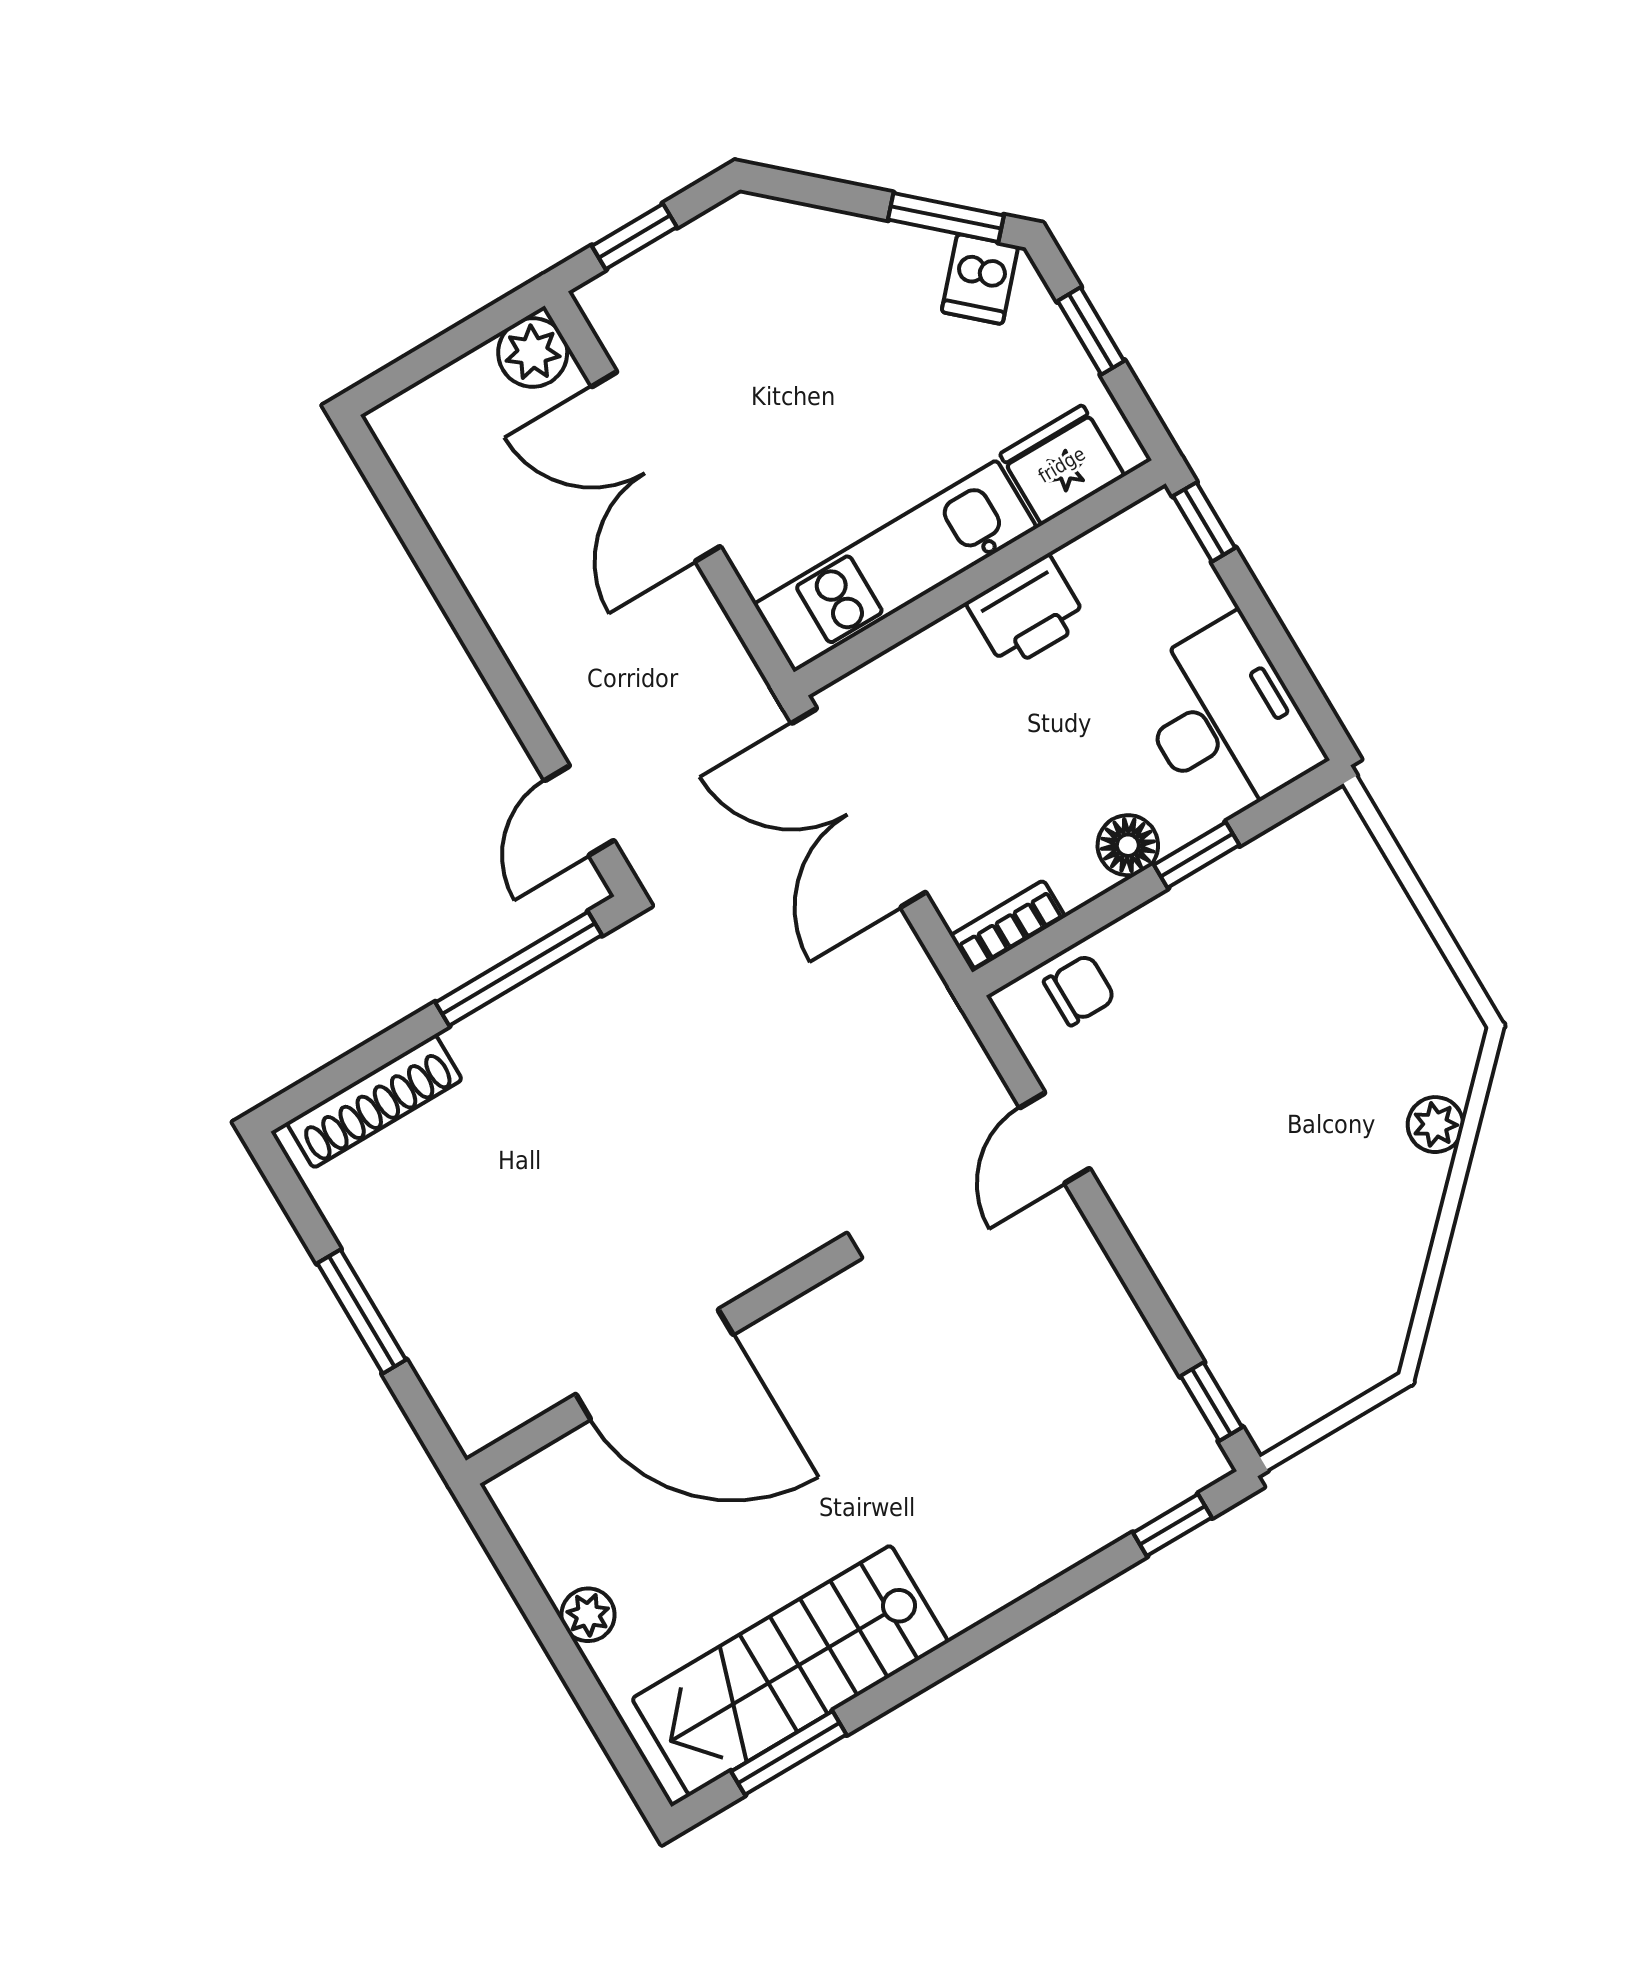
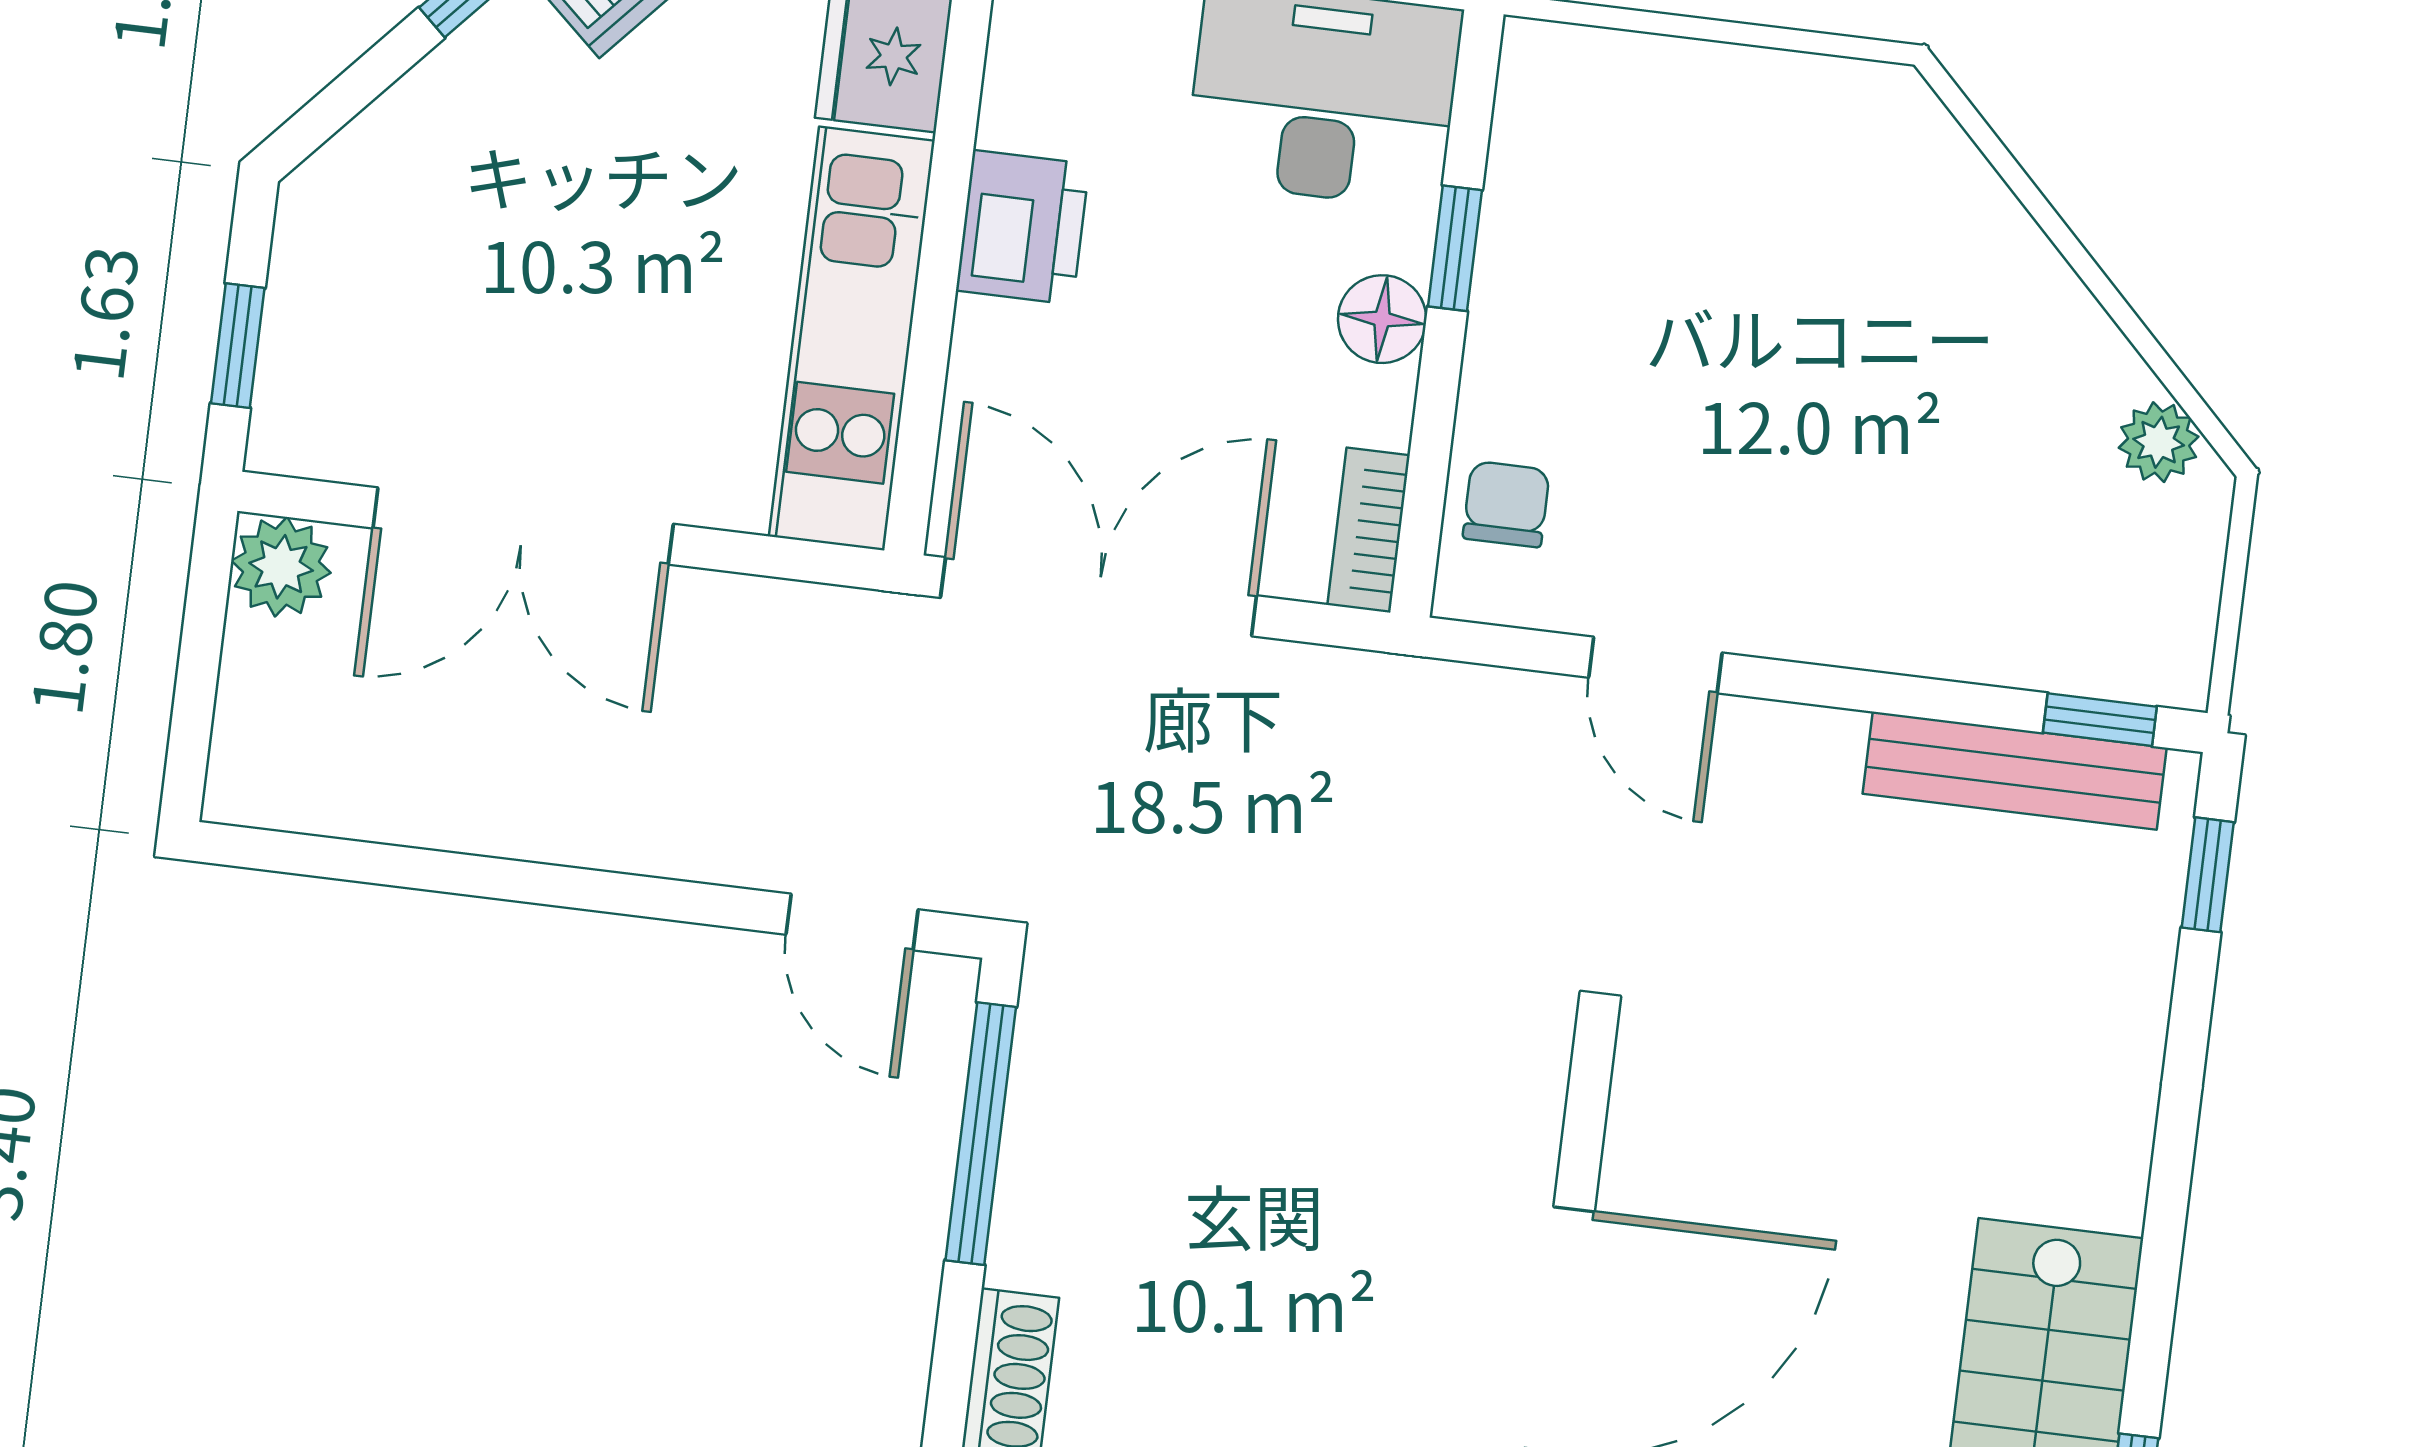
double door: (859, 808) -> (1099, 597), swing flipped
plant: (1435, 1125) -> (2159, 442), moved
bench: (1148, 1377) -> (2015, 771), added

